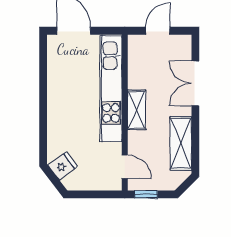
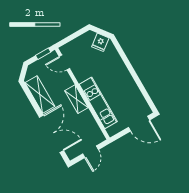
double door: (195, 83) -> (52, 134), width x1.37
kitchen unit: (111, 89) -> (98, 103), width x0.73

